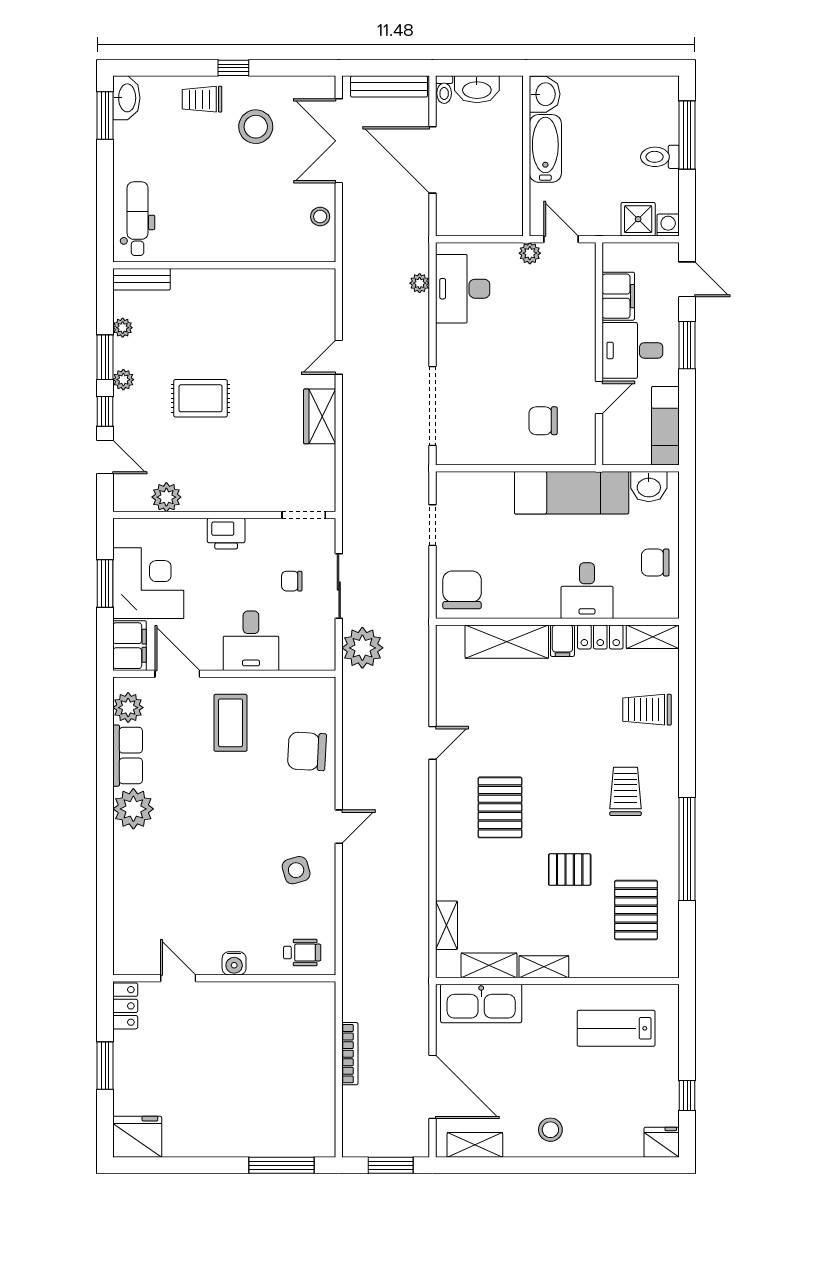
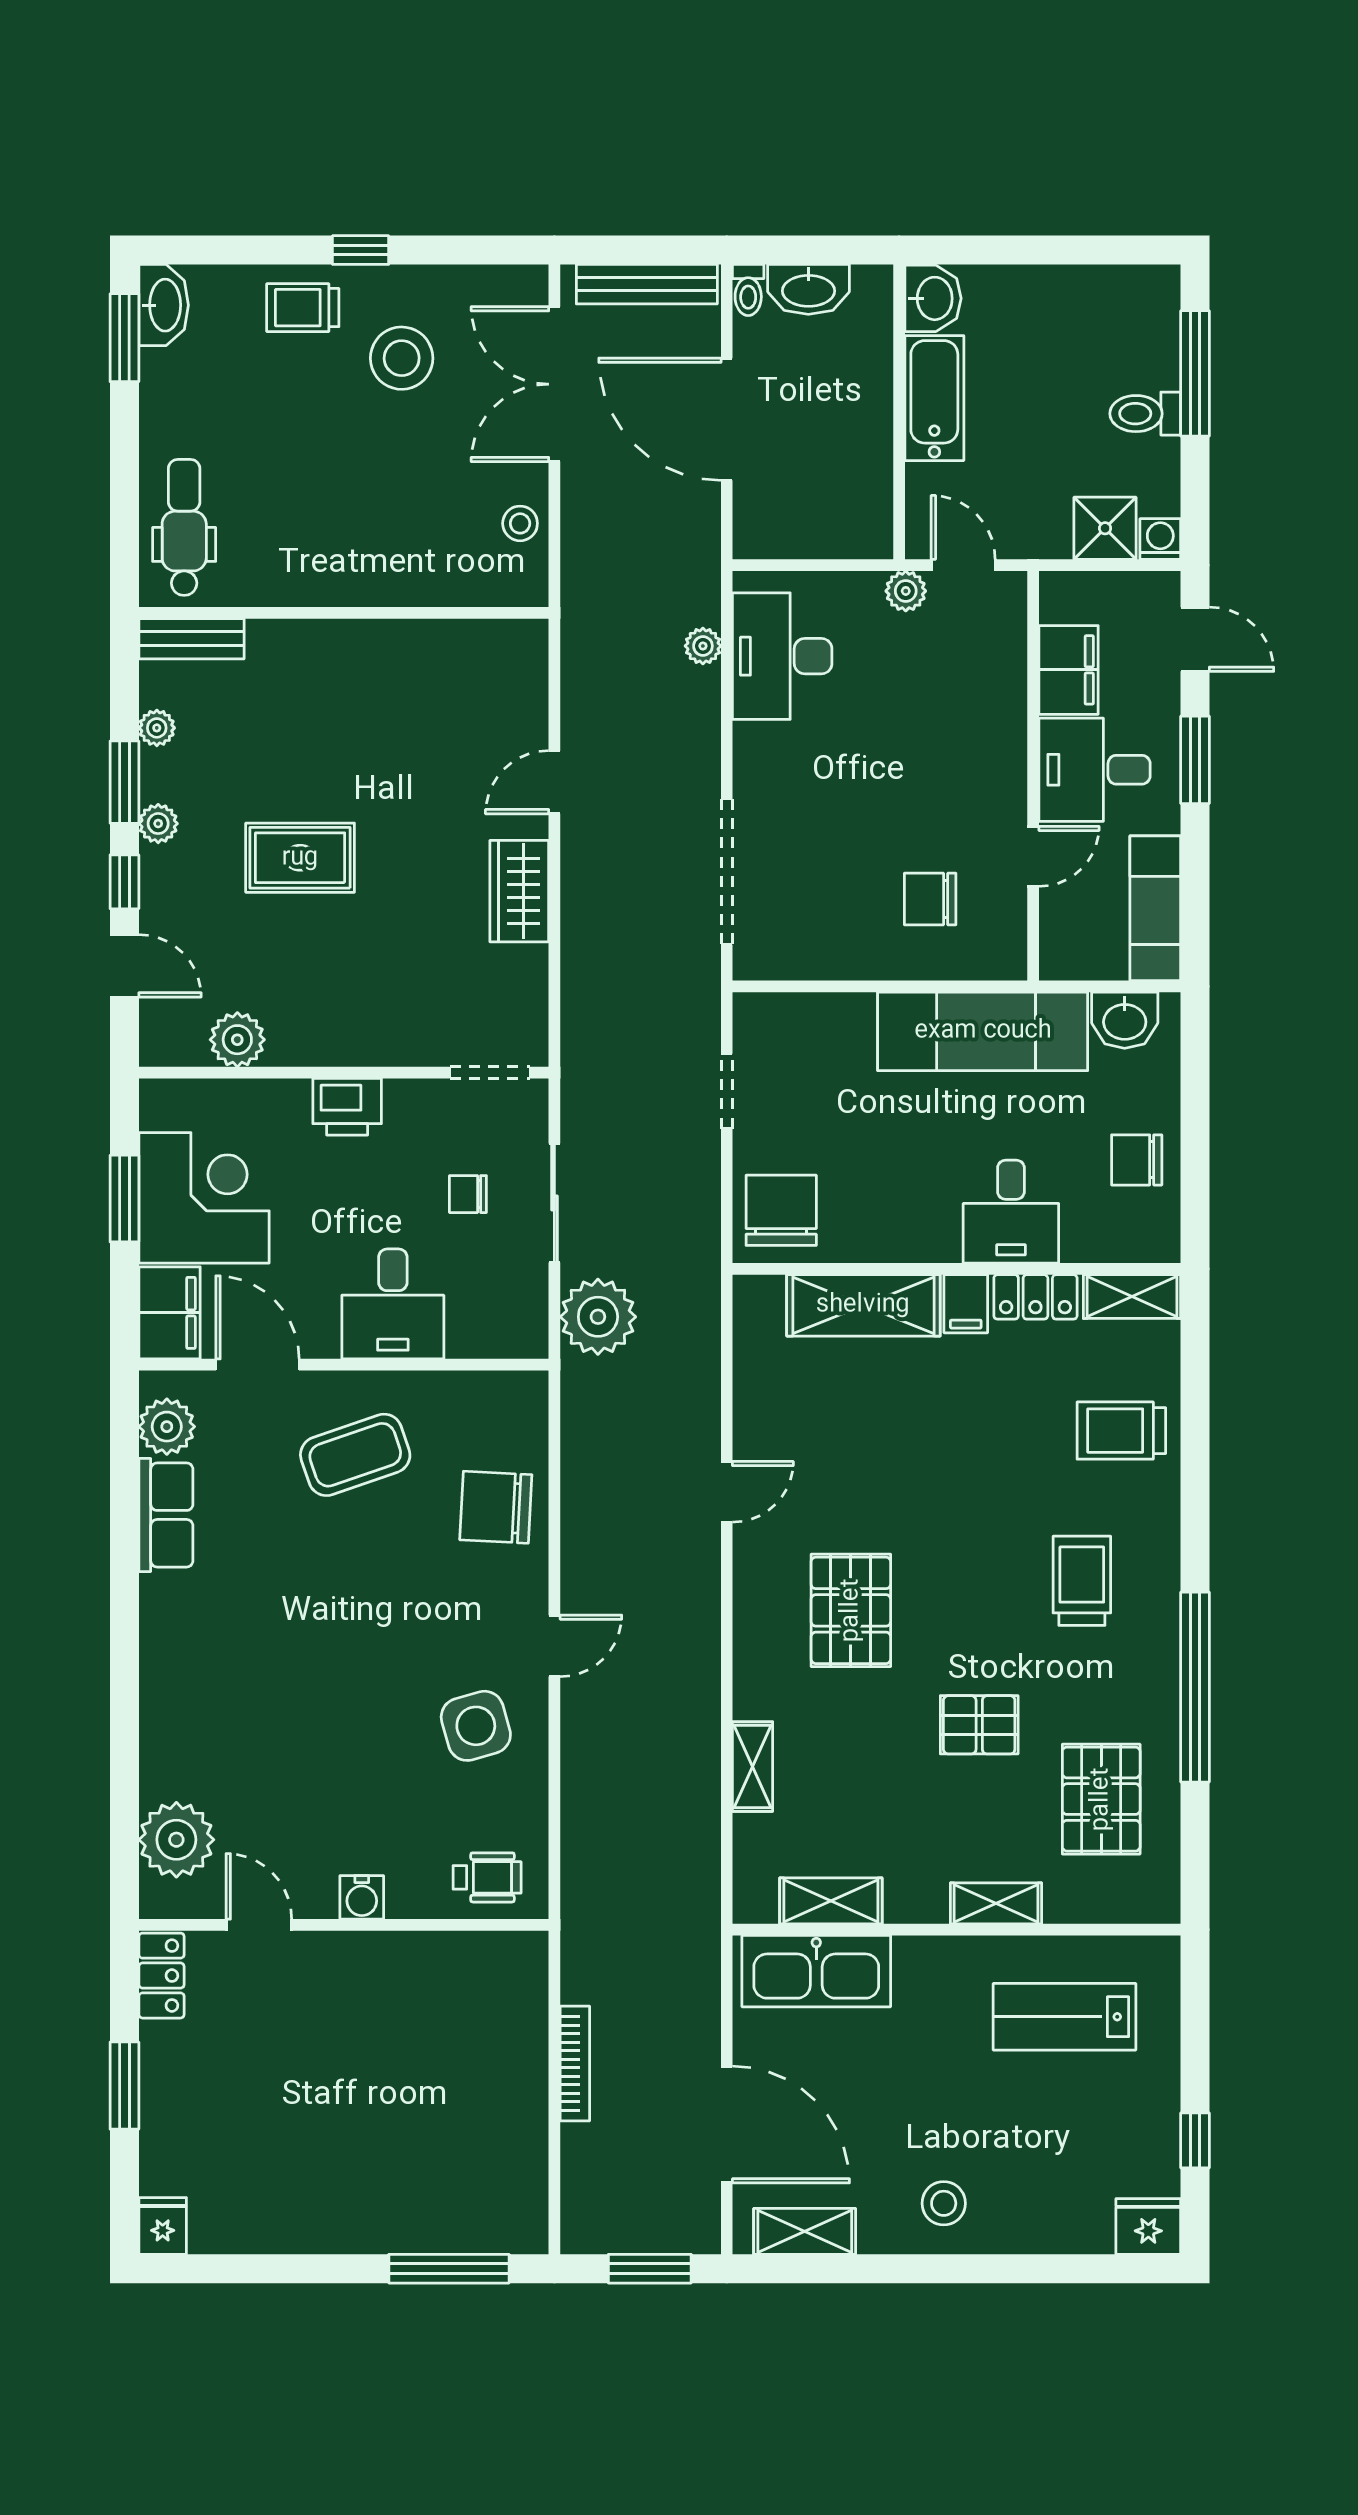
coffee table: (231, 723) -> (355, 1455), turned 71
plant: (133, 809) -> (176, 1840), moved
side table: (296, 870) -> (476, 1726), width x1.37, depth x1.37
shelving: (447, 925) -> (753, 1767), moved
shelving: (544, 967) -> (996, 1903), moved
fridge: (137, 1137) -> (163, 2226), width x0.53, depth x0.75

